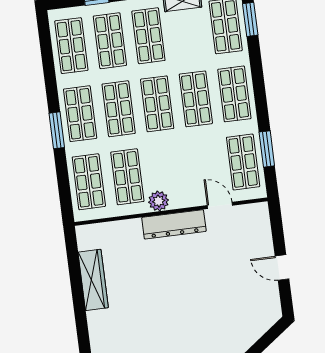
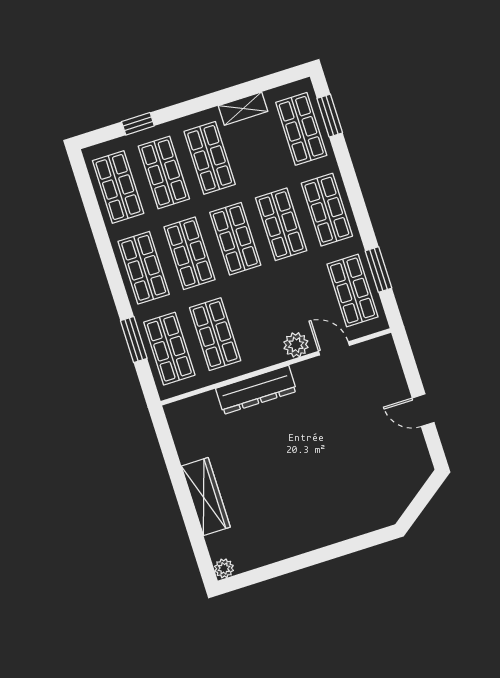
window: (57, 130) -> (134, 340), moved
plant: (159, 201) -> (296, 345), moved
dresser: (174, 224) -> (256, 390), moved
wardrobe: (93, 280) -> (206, 497), moved

